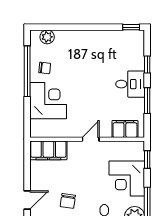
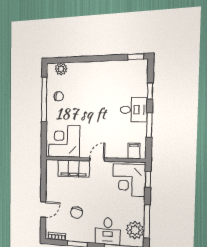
corner desk: (48, 101) -> (64, 141), moved, turned -90
filing cabinet: (125, 129) -> (134, 151), width x0.50
filing cabinet: (48, 150) -> (73, 169), moved
corner desk: (127, 179) -> (129, 180), moved

